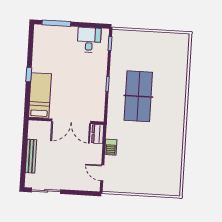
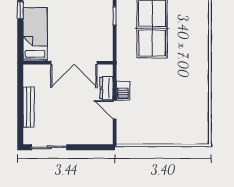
dresser: (98, 134) -> (106, 88), moved
door: (102, 173) -> (115, 110), moved

